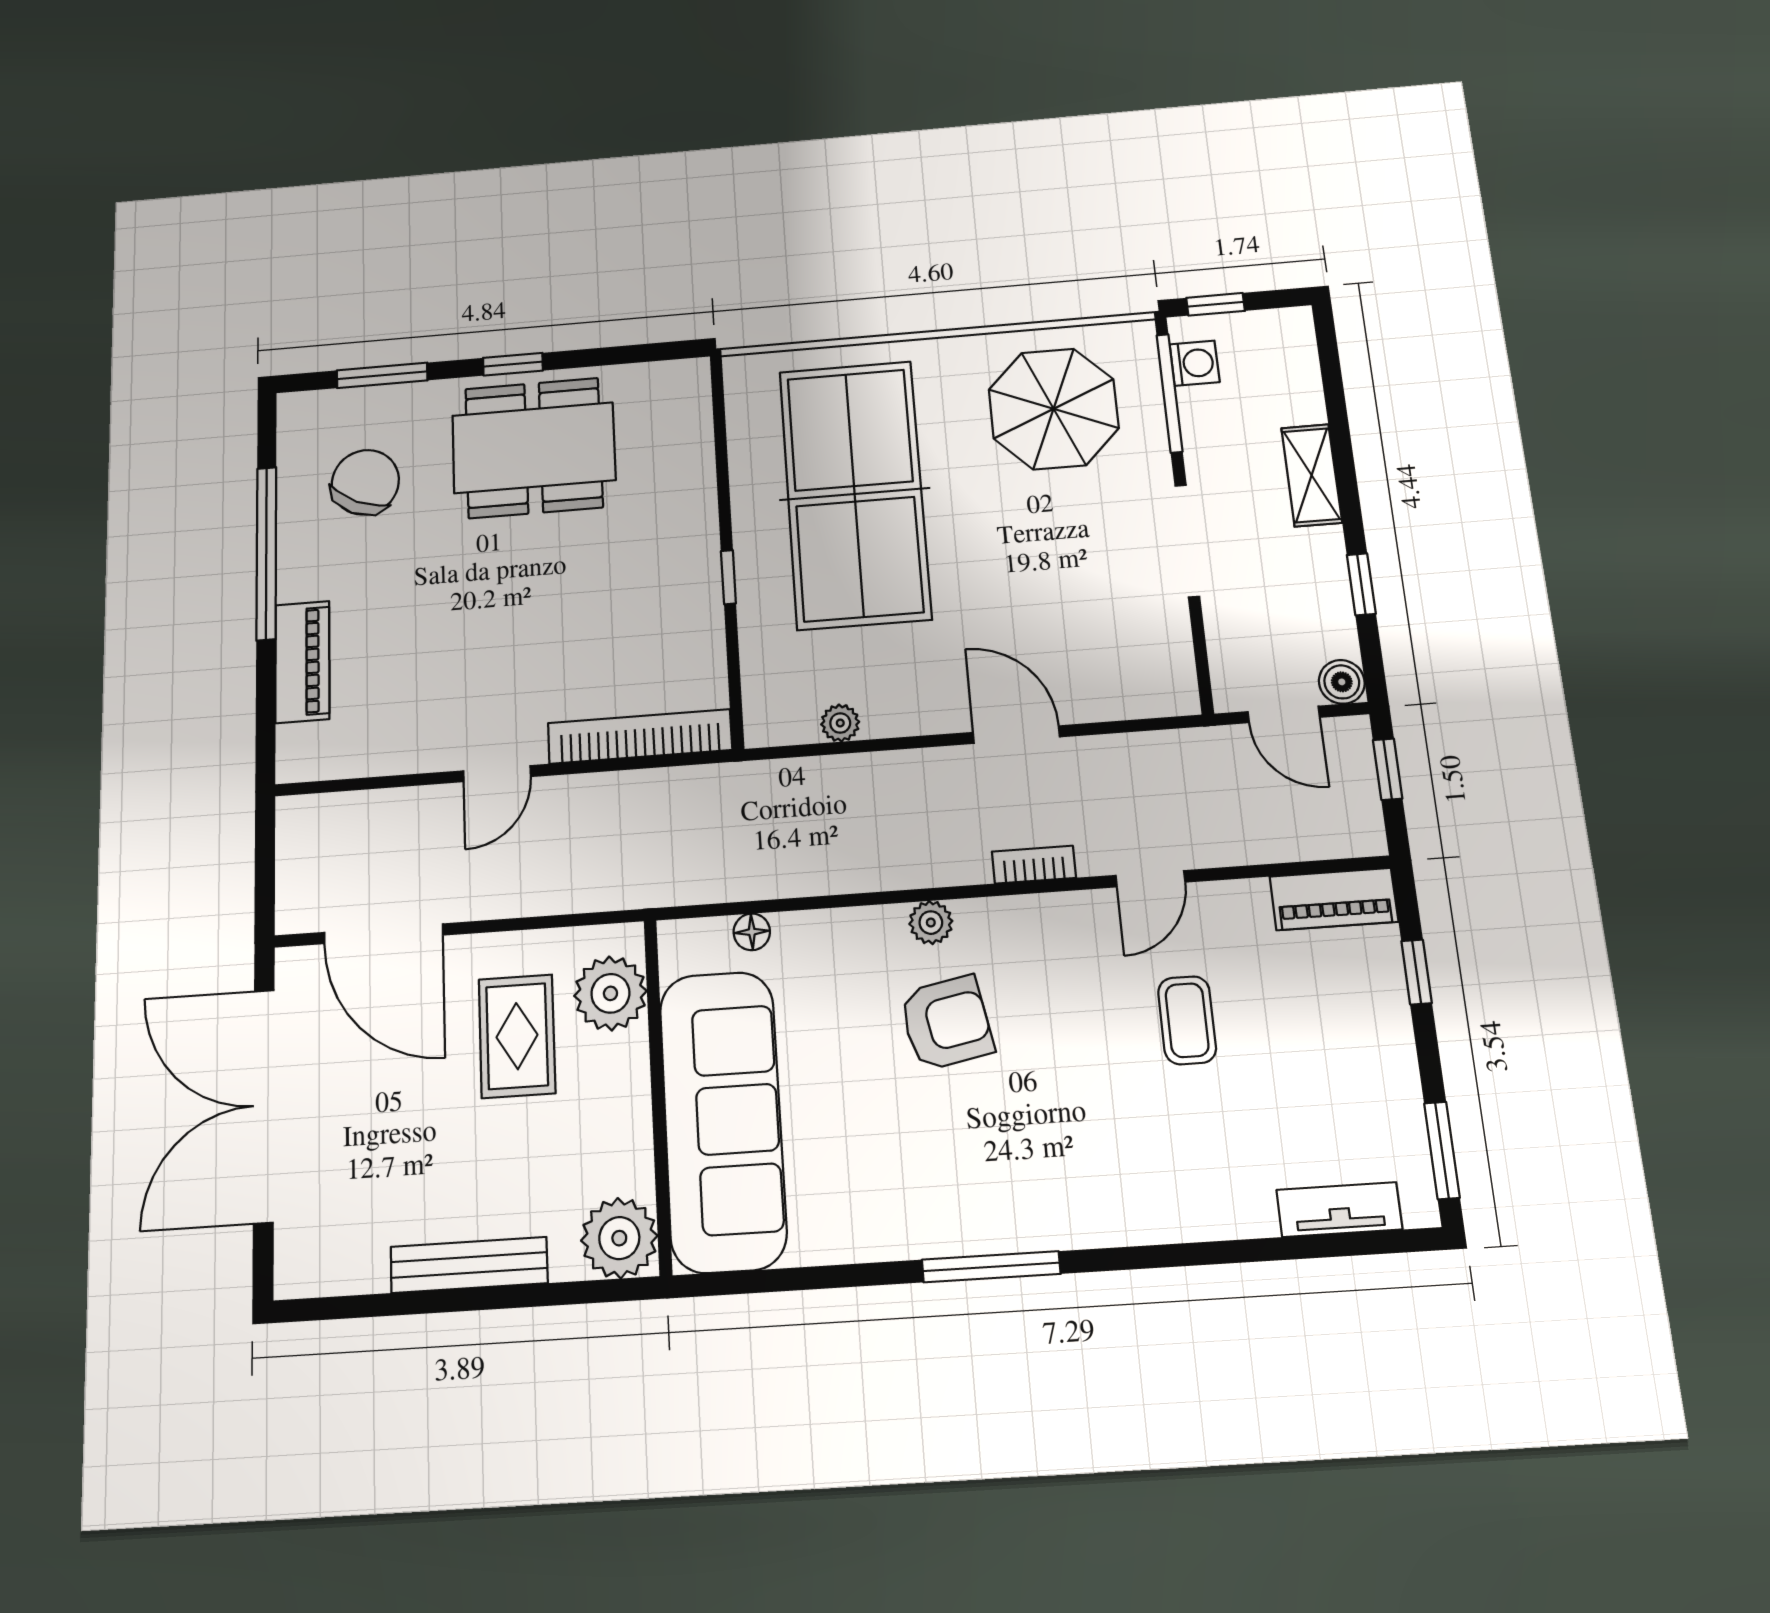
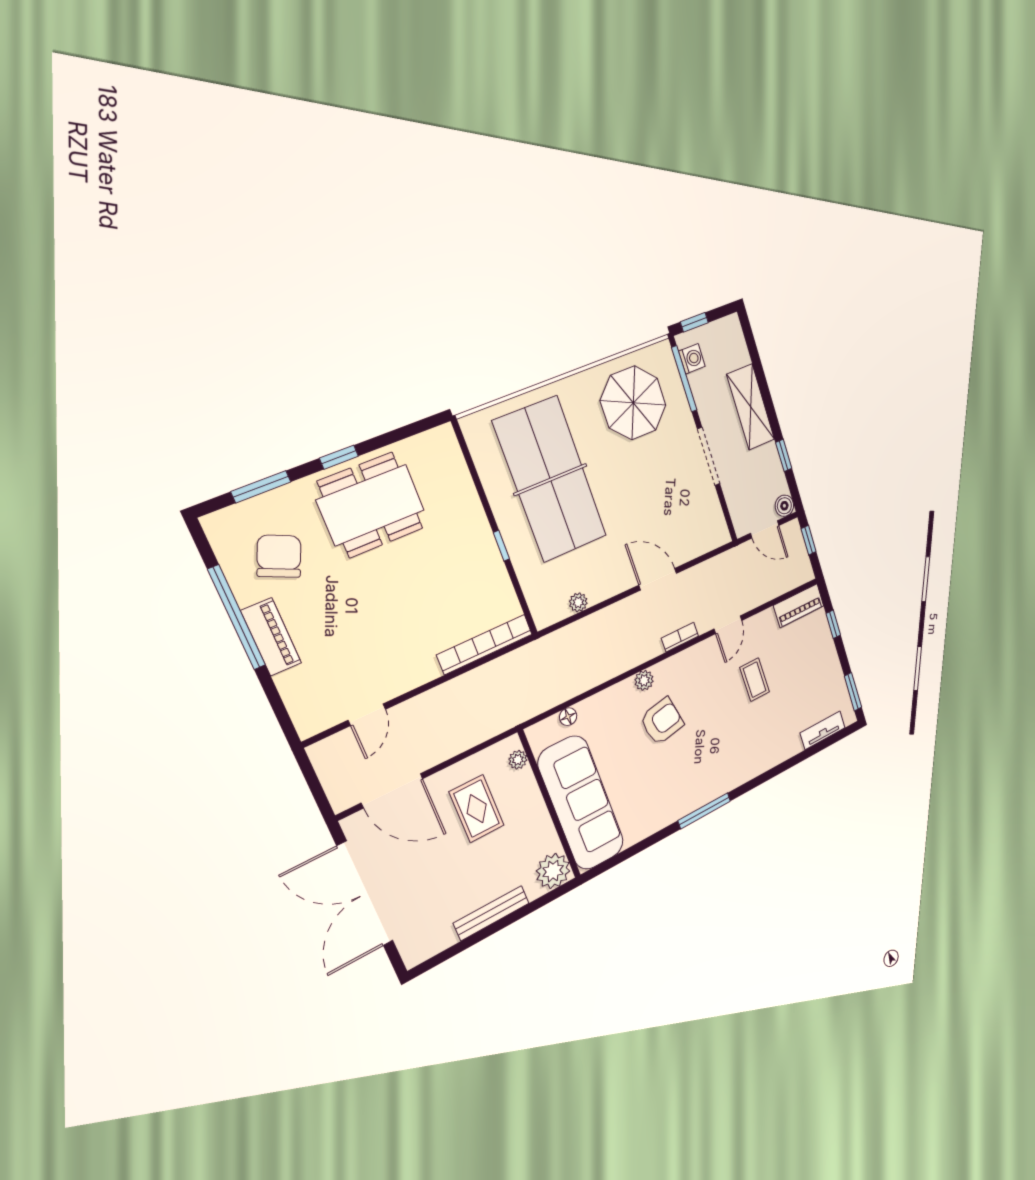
shelving: (1312, 475) -> (751, 407), width x1.50, depth x1.33
piano: (302, 662) -> (271, 637), moved
door: (497, 774) -> (367, 715), moved
plant: (610, 993) -> (518, 760), width x0.53, depth x0.53

